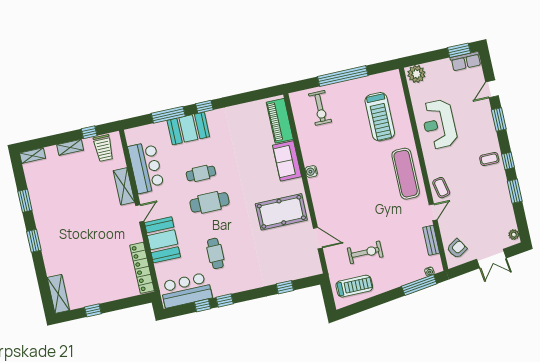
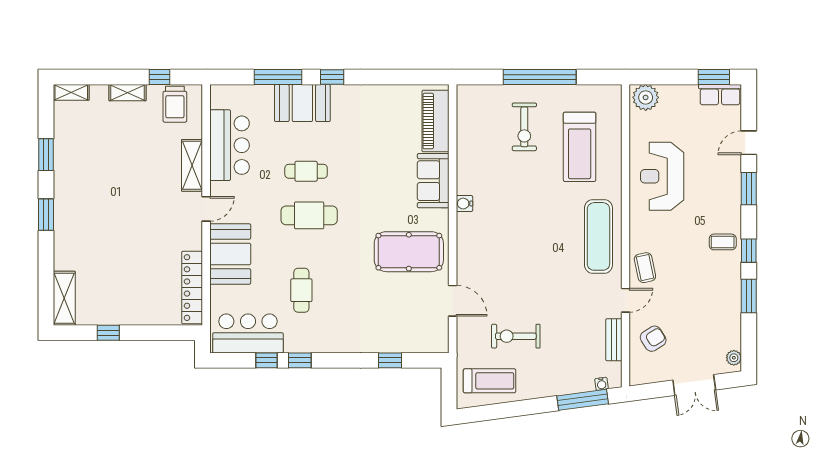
exercise bike: (320, 108) -> (524, 127), moved
armchair: (457, 249) -> (653, 339), moved
exercise bike: (365, 252) -> (516, 336), turned 180

